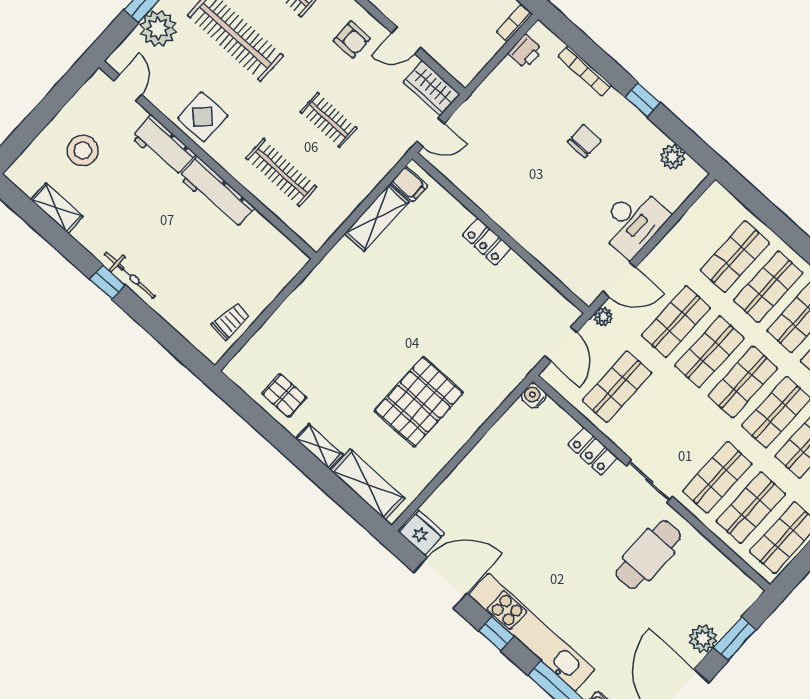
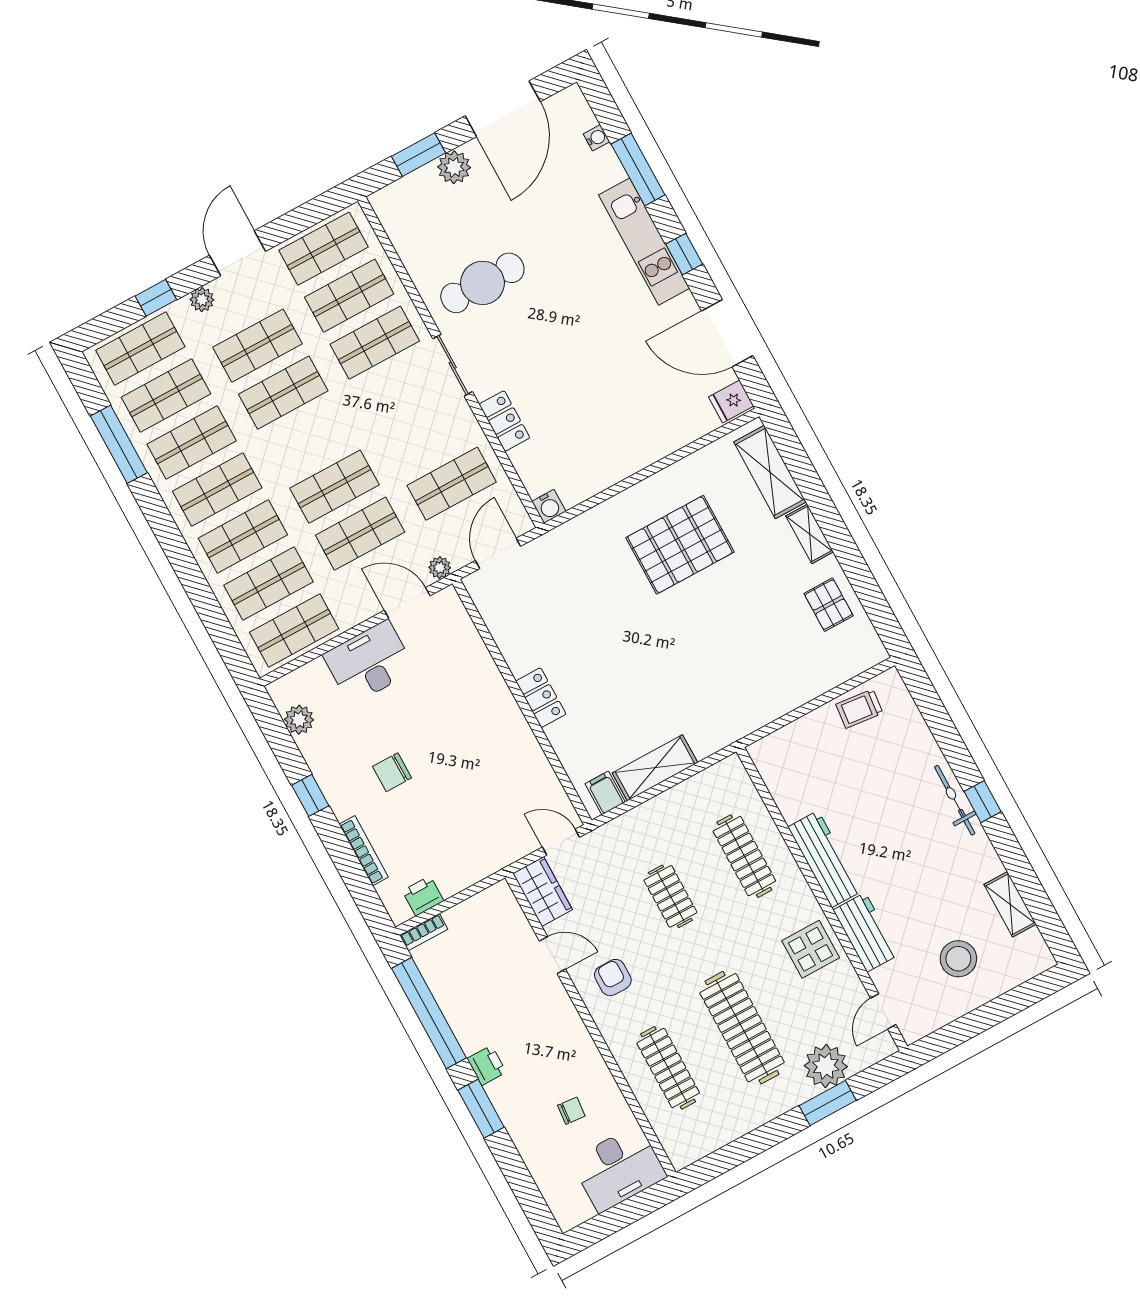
shop shelf: (743, 382) -> (294, 631), moved
fridge: (422, 533) -> (731, 401), width x0.72
kitchen unit: (532, 632) -> (644, 242), width x0.73

